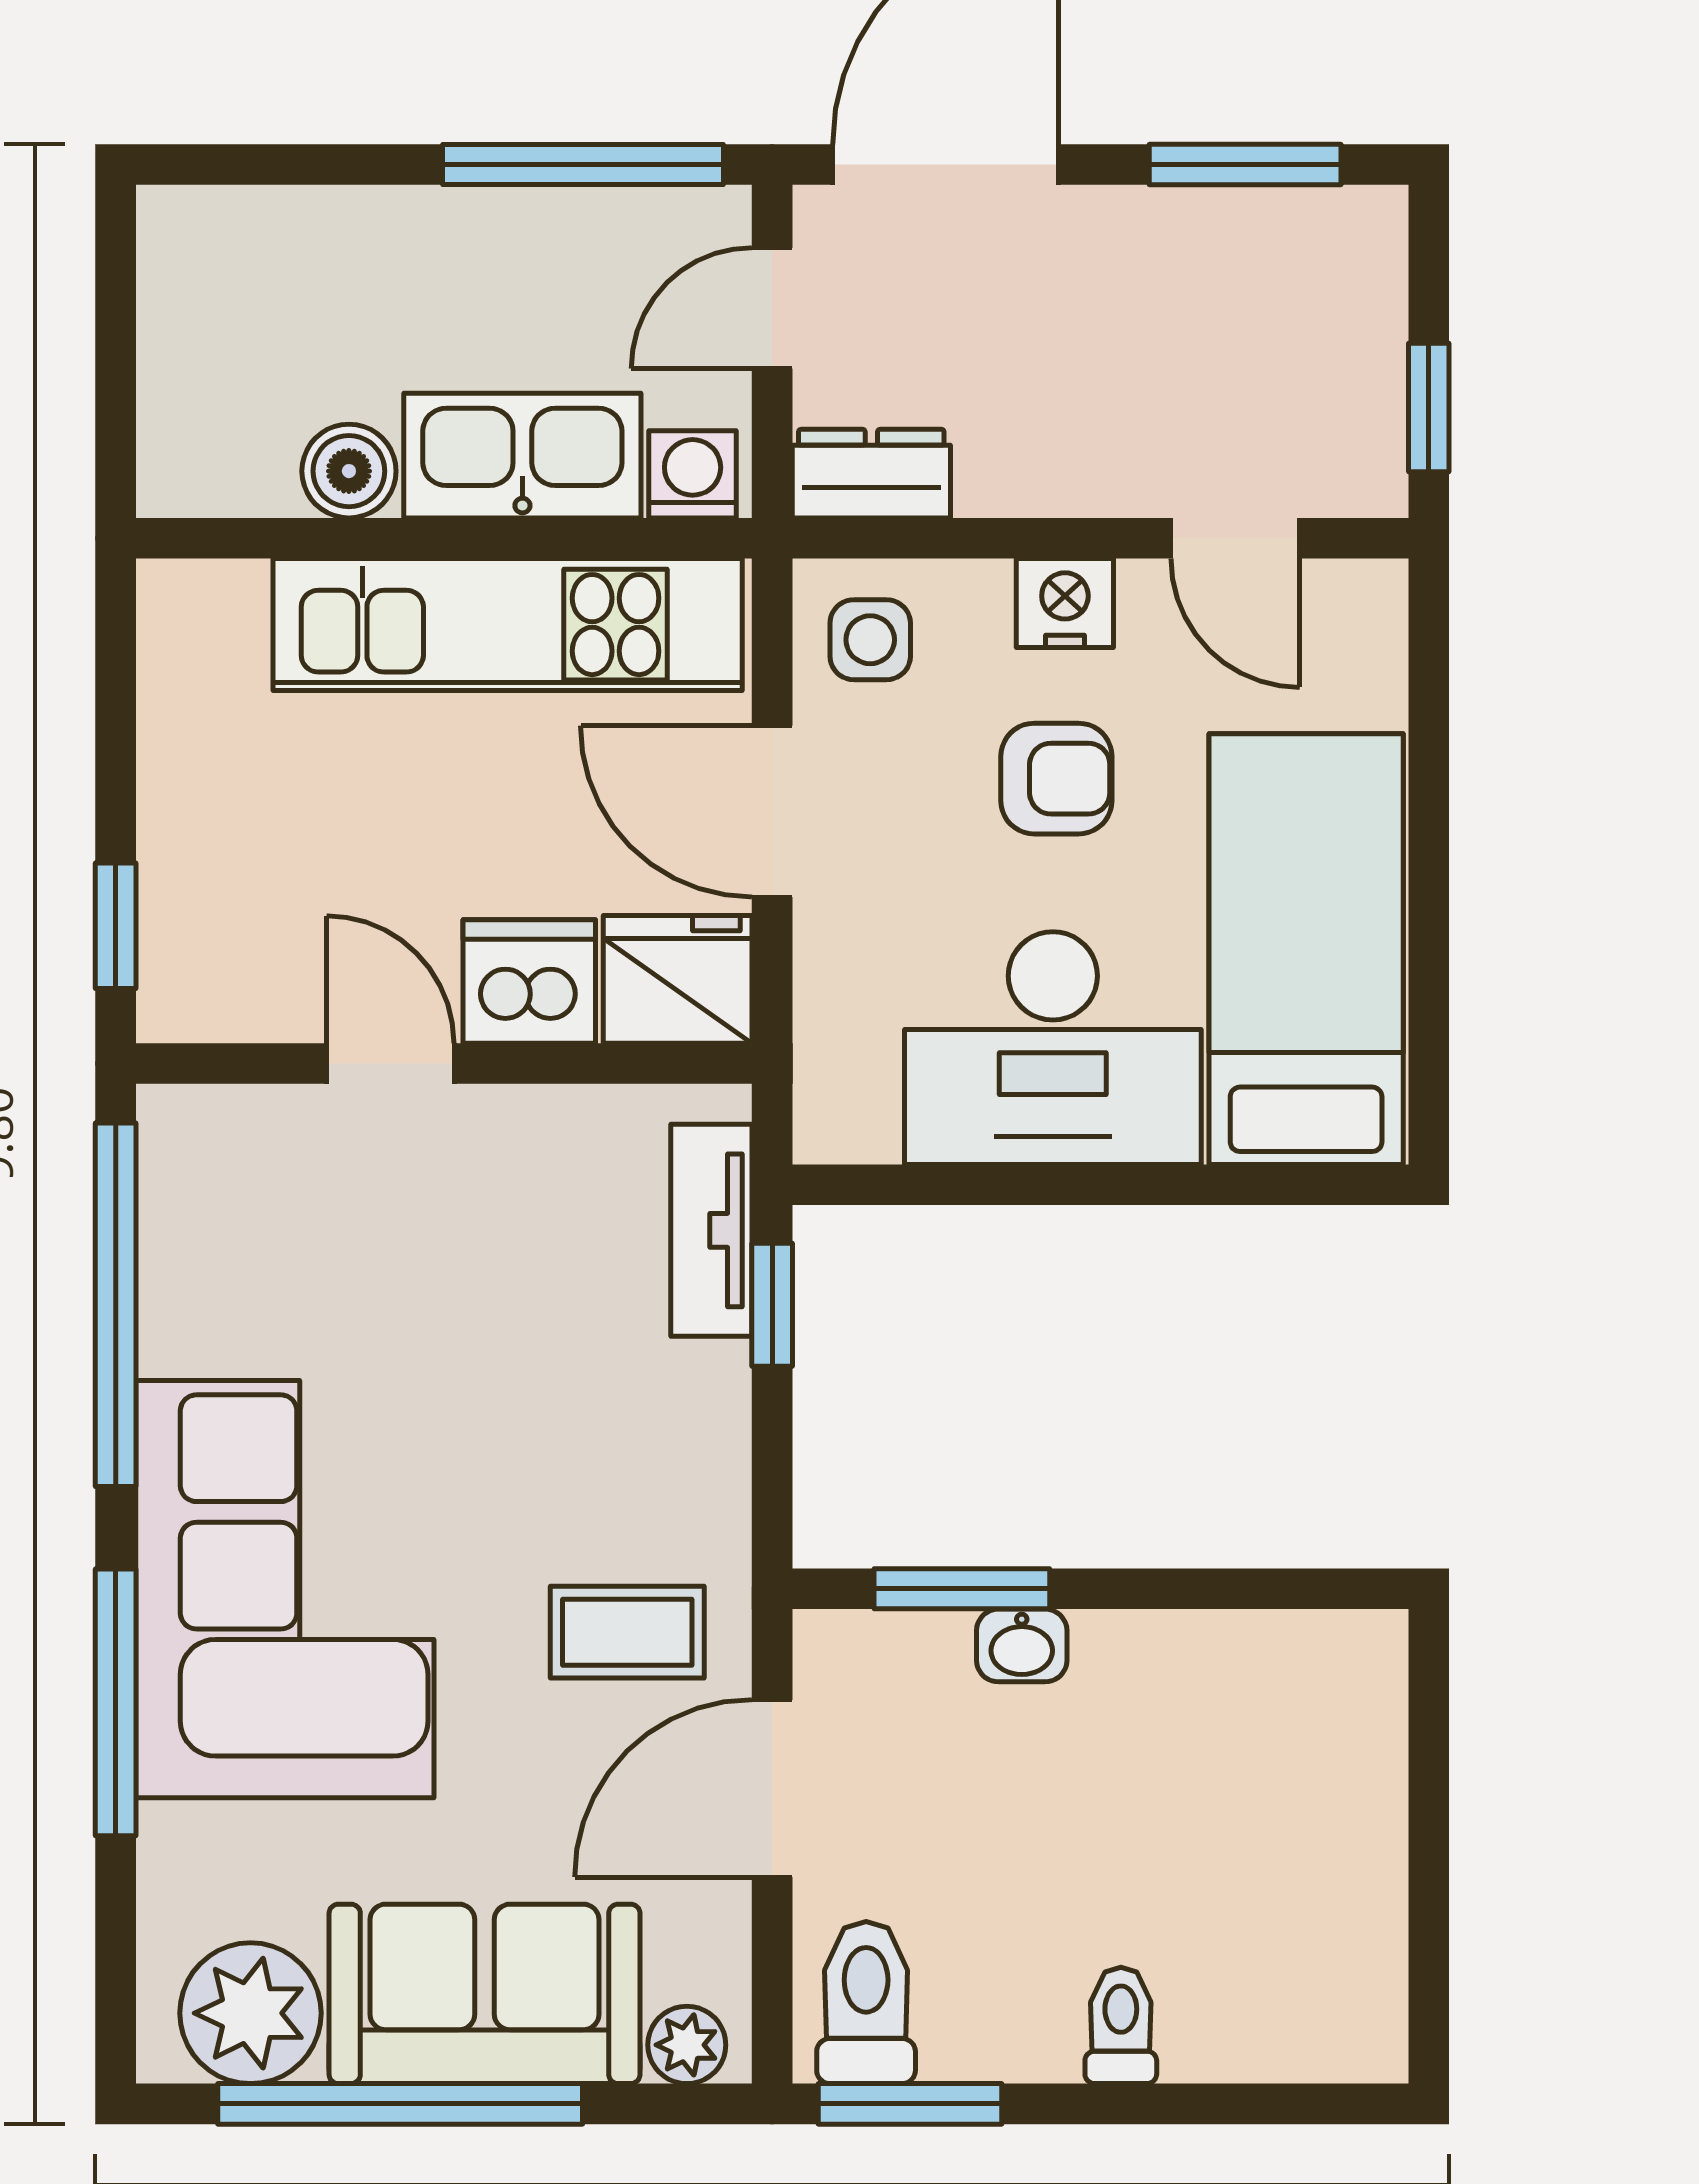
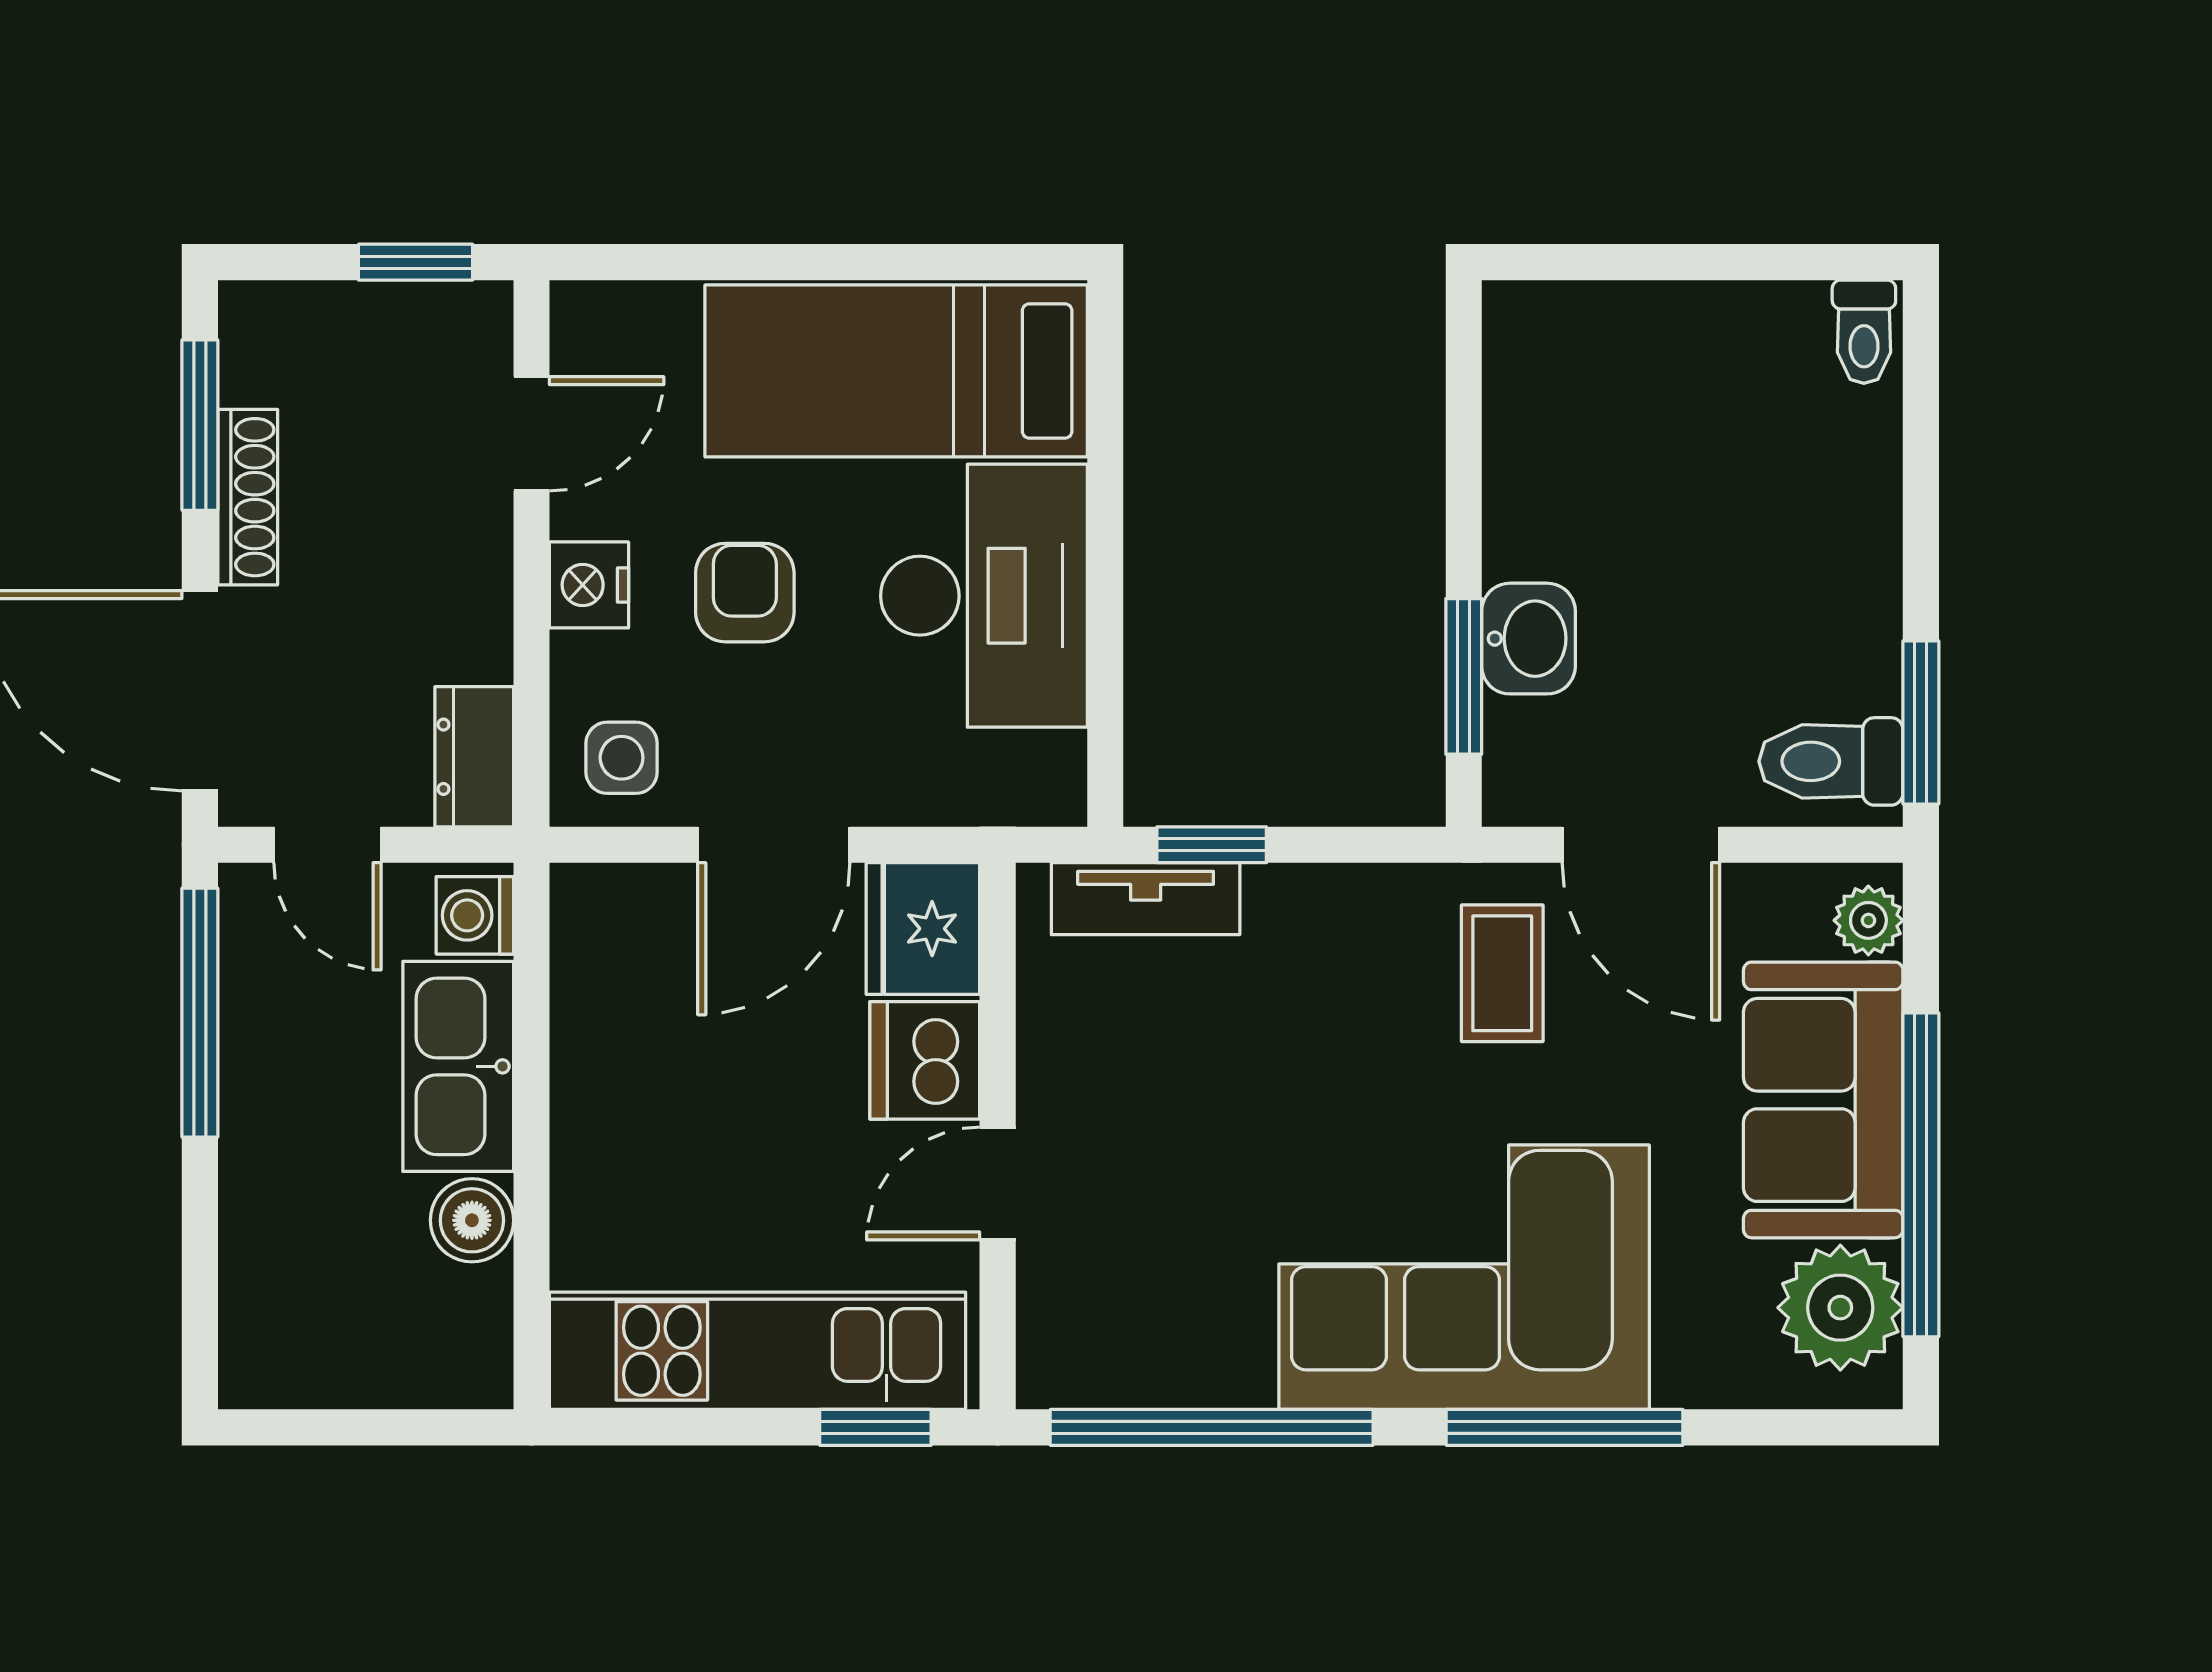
shoe rack: (1164, 218) -> (248, 497), added
kitchen unit: (508, 625) -> (758, 1351), moved, turned -90
washbasin: (1022, 1645) -> (1529, 639), width x1.38, depth x1.45
toilet: (1121, 2025) -> (1864, 332), moved, turned -90

